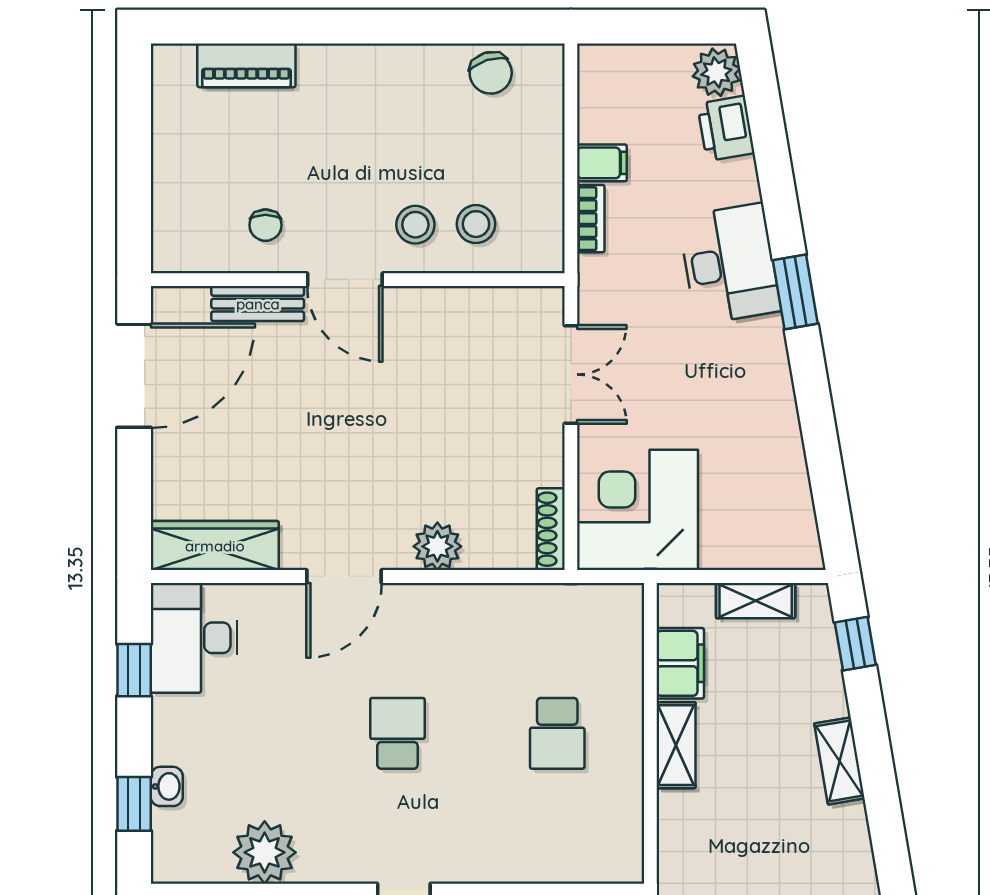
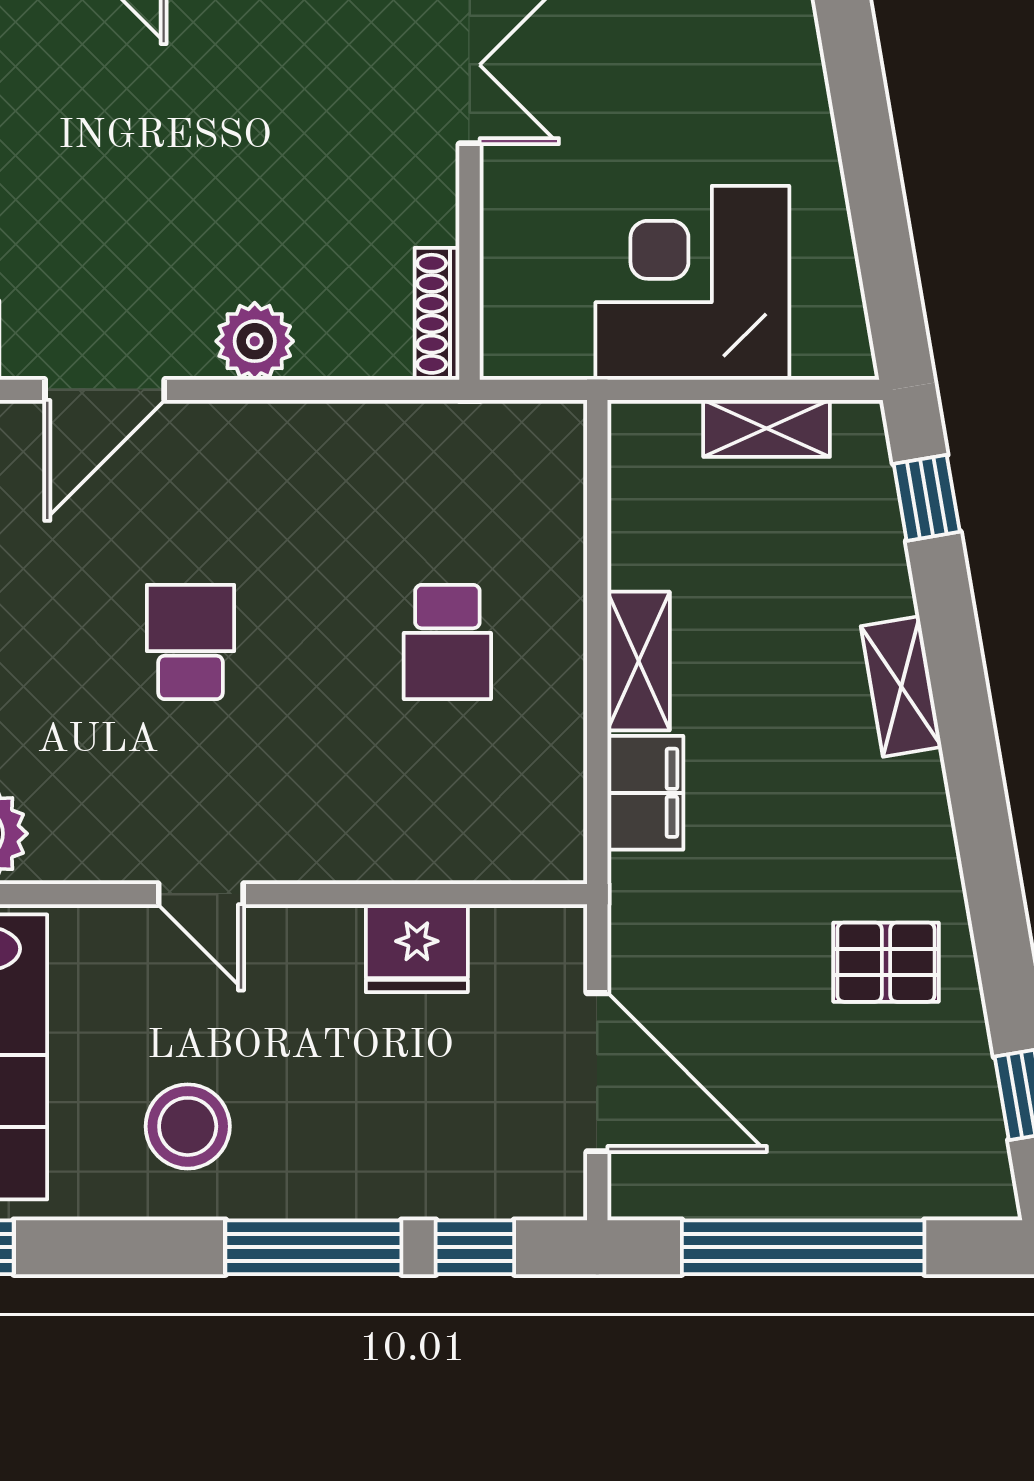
corner desk: (638, 510) -> (692, 283), moved
filing cabinet: (680, 663) -> (645, 793), moved

